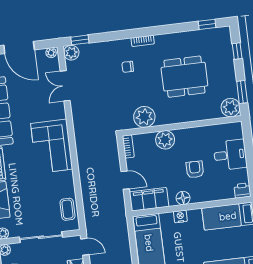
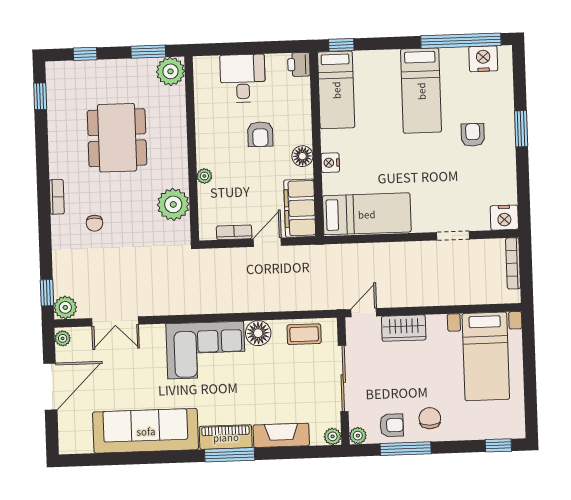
plant: (165, 140) -> (204, 176), width x0.53, depth x0.53
bookcase: (128, 146) -> (234, 232), moved
armchair: (195, 169) -> (260, 134), turned -90
floor lamp: (66, 179) -> (258, 333), added

